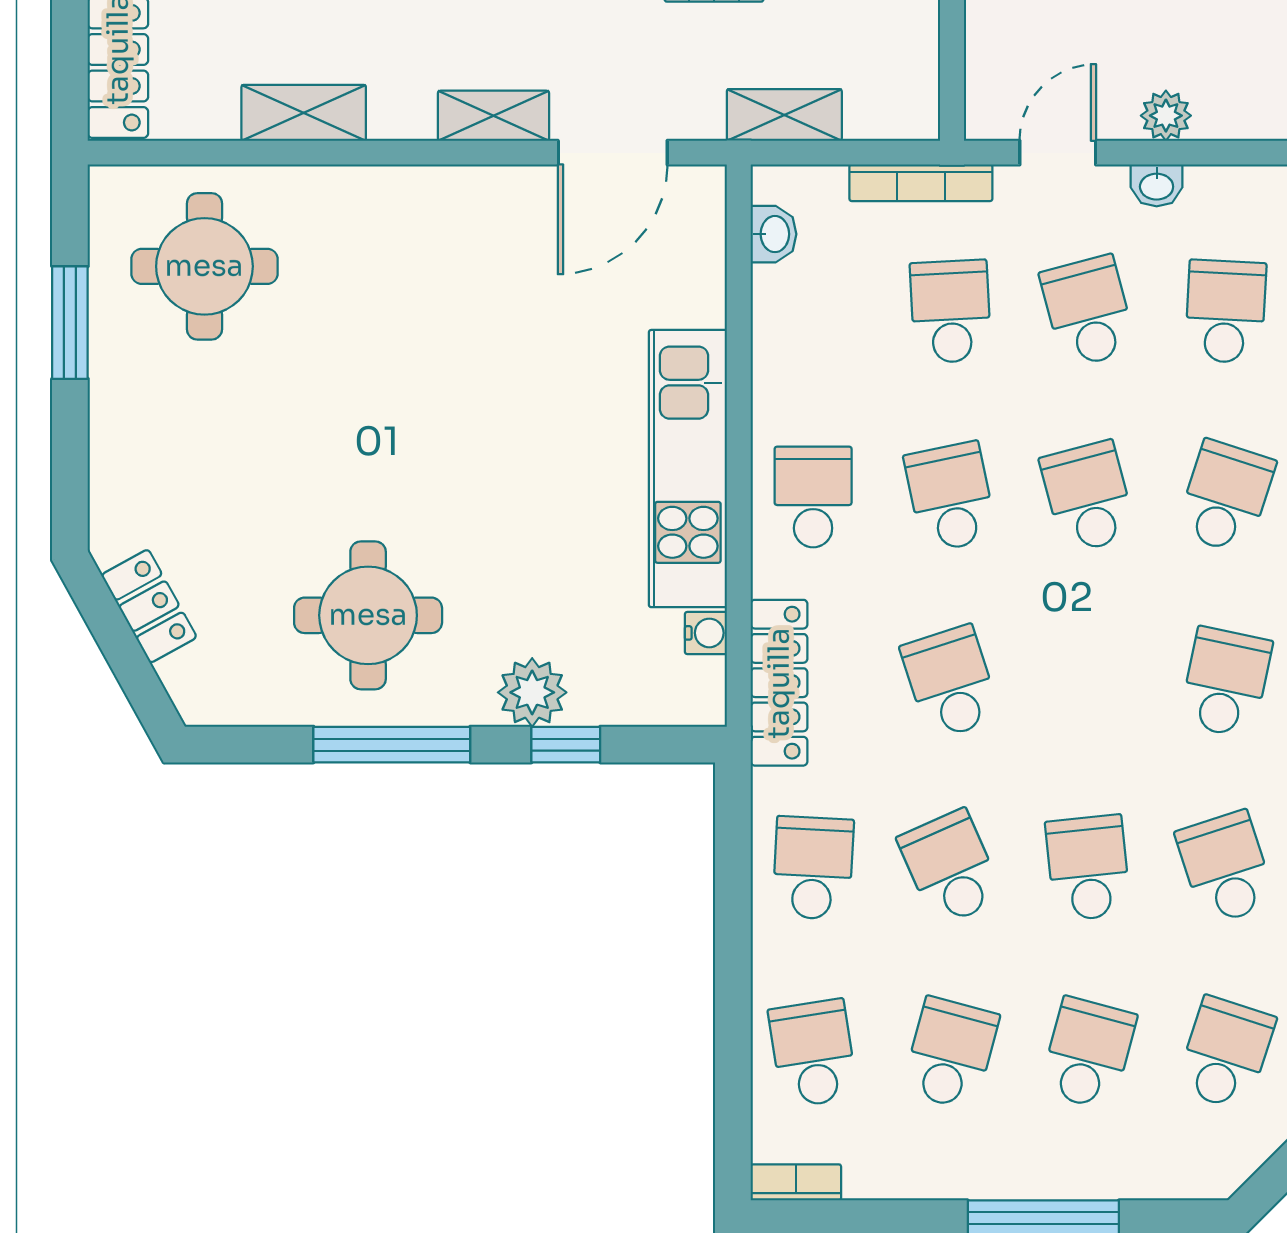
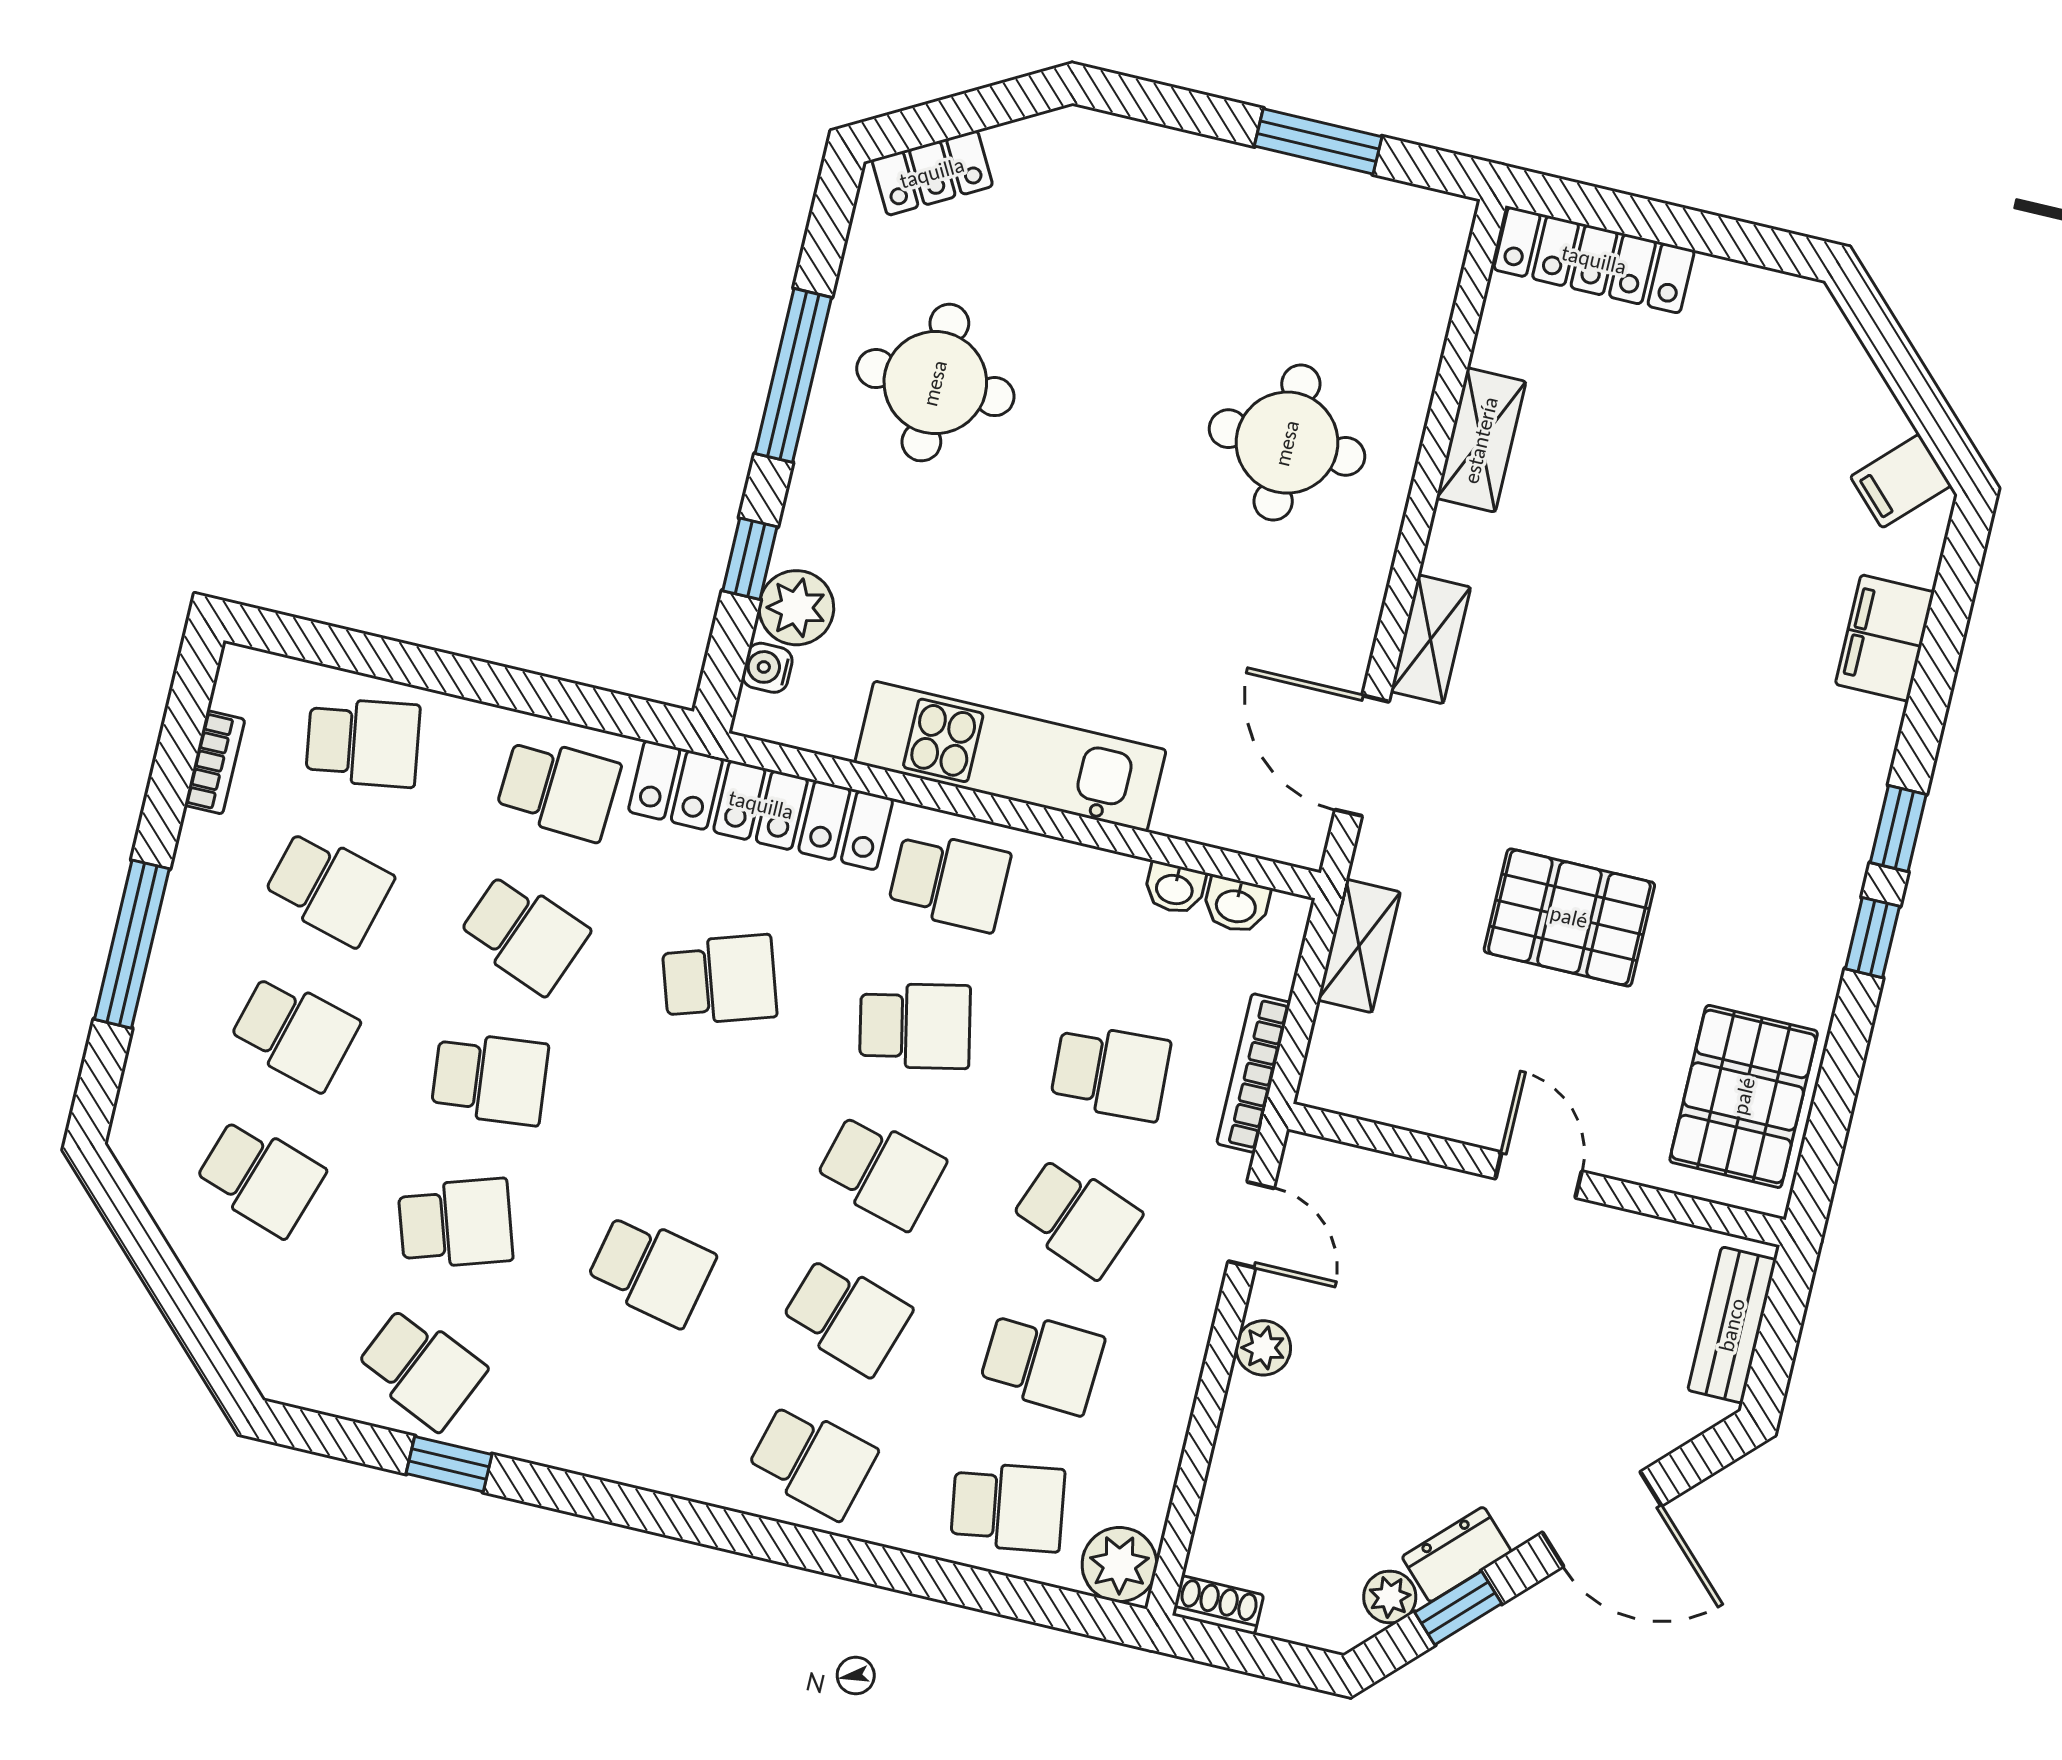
washbasin: (1157, 185) -> (1175, 888), moved, turned -90
round table: (204, 266) -> (1287, 443), moved
school desk: (1088, 311) -> (1076, 1217), turned 36
school desk: (1088, 497) -> (881, 1171), turned 30
locker: (149, 606) -> (932, 173), moved
water cooler: (706, 633) -> (767, 668), moved, turned 90
locker: (779, 683) -> (761, 805), width x1.41, depth x1.21
plant: (532, 692) -> (796, 608), moved
school desk: (951, 868) -> (524, 934), turned 45
bookcase: (796, 1182) -> (215, 762), moved

